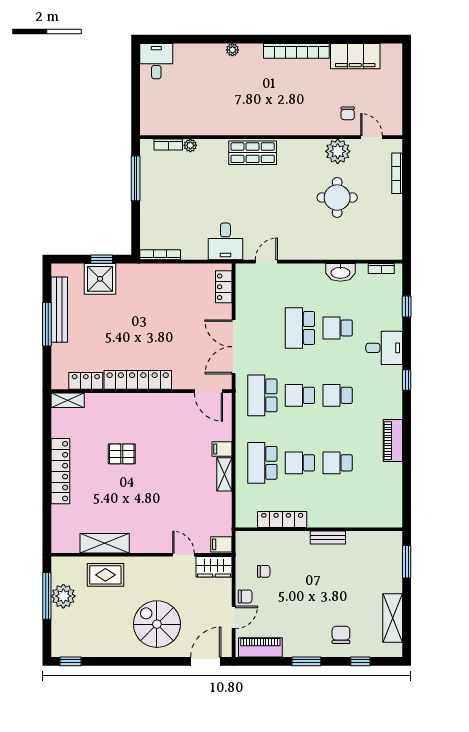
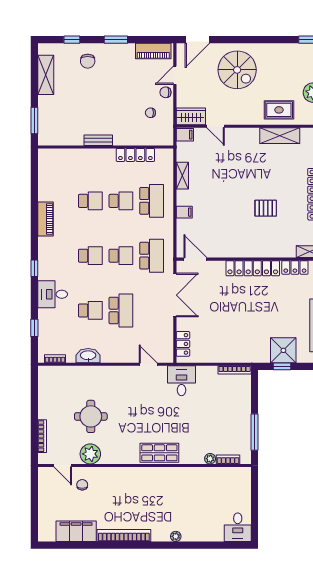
door: (266, 262) -> (148, 364), swing flipped
shelving: (224, 474) -> (182, 176), moved

